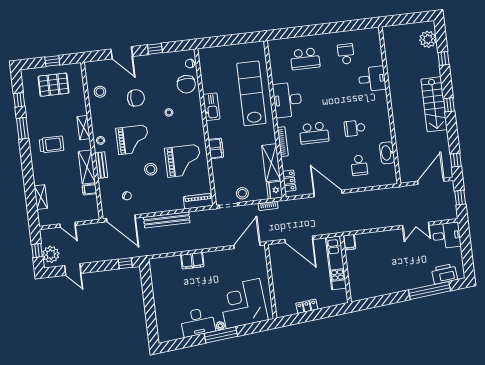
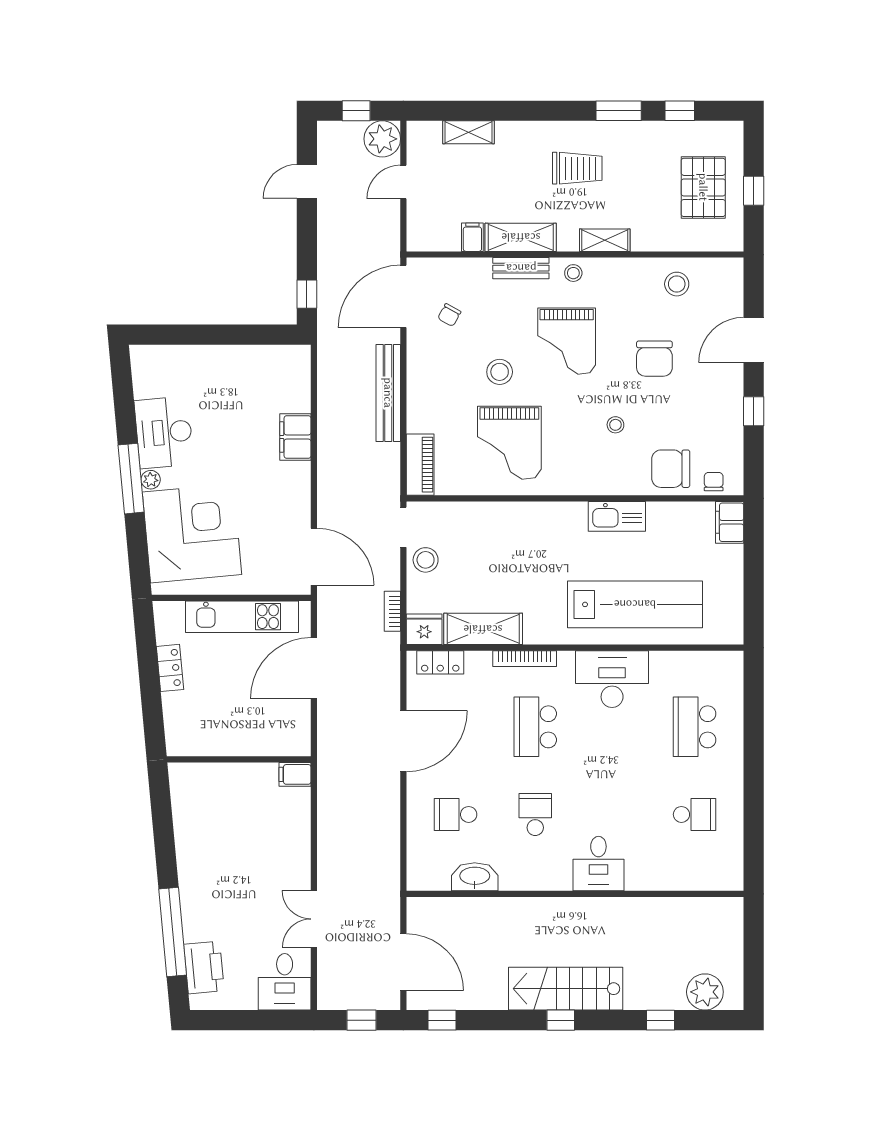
desk: (372, 79) -> (598, 863), moved
trolley: (52, 144) -> (577, 168), turned -90
filing cabinet: (216, 148) -> (730, 522), moved, turned 90
plant: (51, 254) -> (382, 139), moved
kitchen unit: (336, 263) -> (242, 617), moved, turned 180

